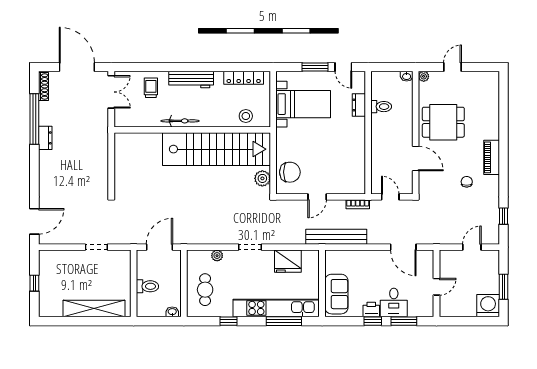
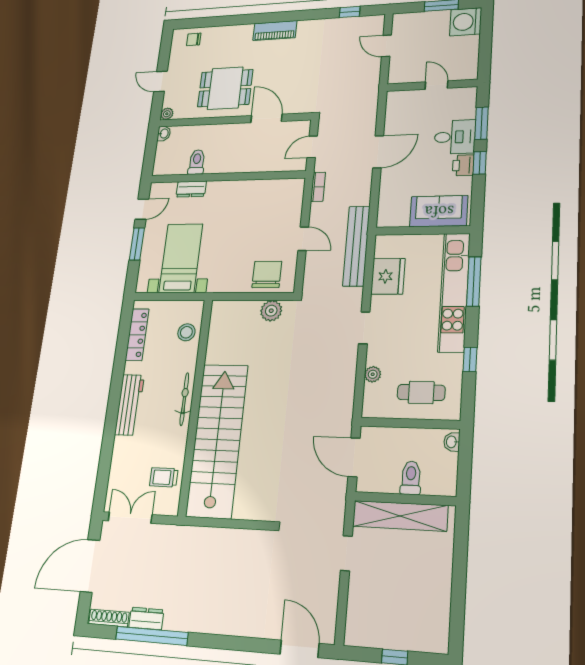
trolley: (151, 88) -> (164, 477), moved
bicycle: (180, 121) -> (184, 399), moved
dining table: (443, 122) -> (225, 88), turned 90
dresser: (45, 138) -> (146, 618), moved
stairs: (217, 149) -> (217, 440), moved
door: (416, 159) -> (266, 118), hinge flipped
chair: (467, 182) -> (194, 39), moved
bench: (336, 237) -> (356, 246), moved
door: (403, 247) -> (378, 152), moved
shelving: (94, 308) -> (400, 516), moved, turned 90

